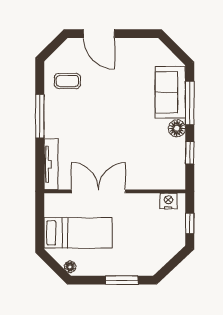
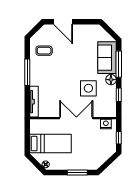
side table: (140, 142) -> (88, 88), added
double door: (98, 191) -> (76, 118), moved

